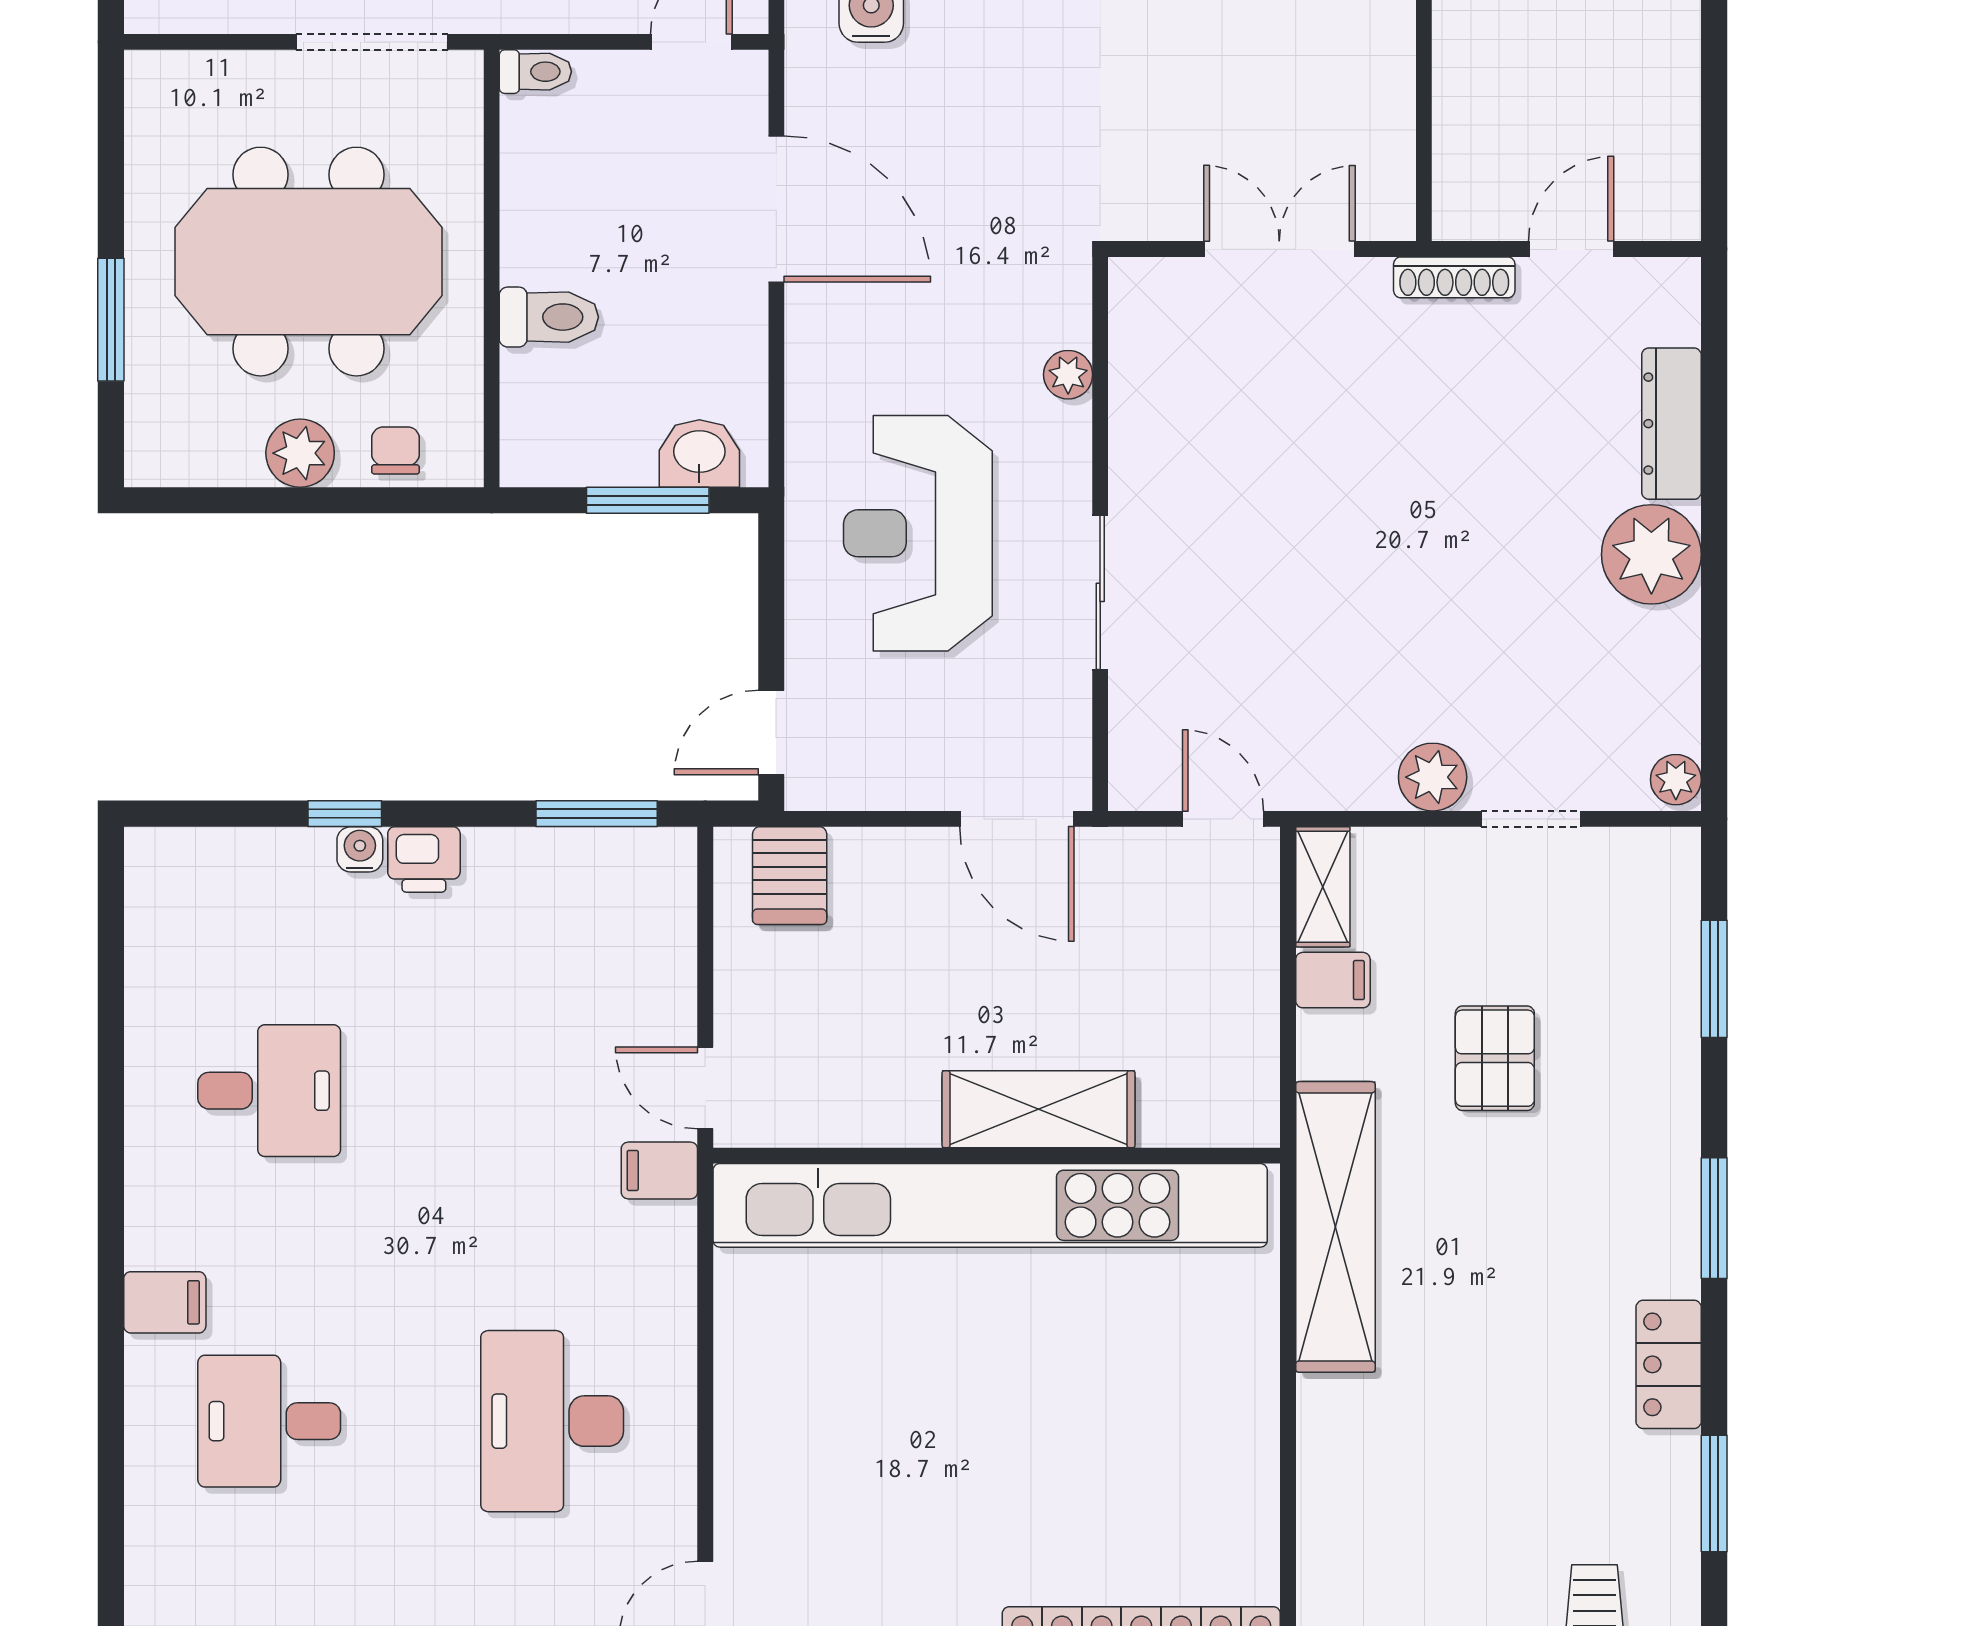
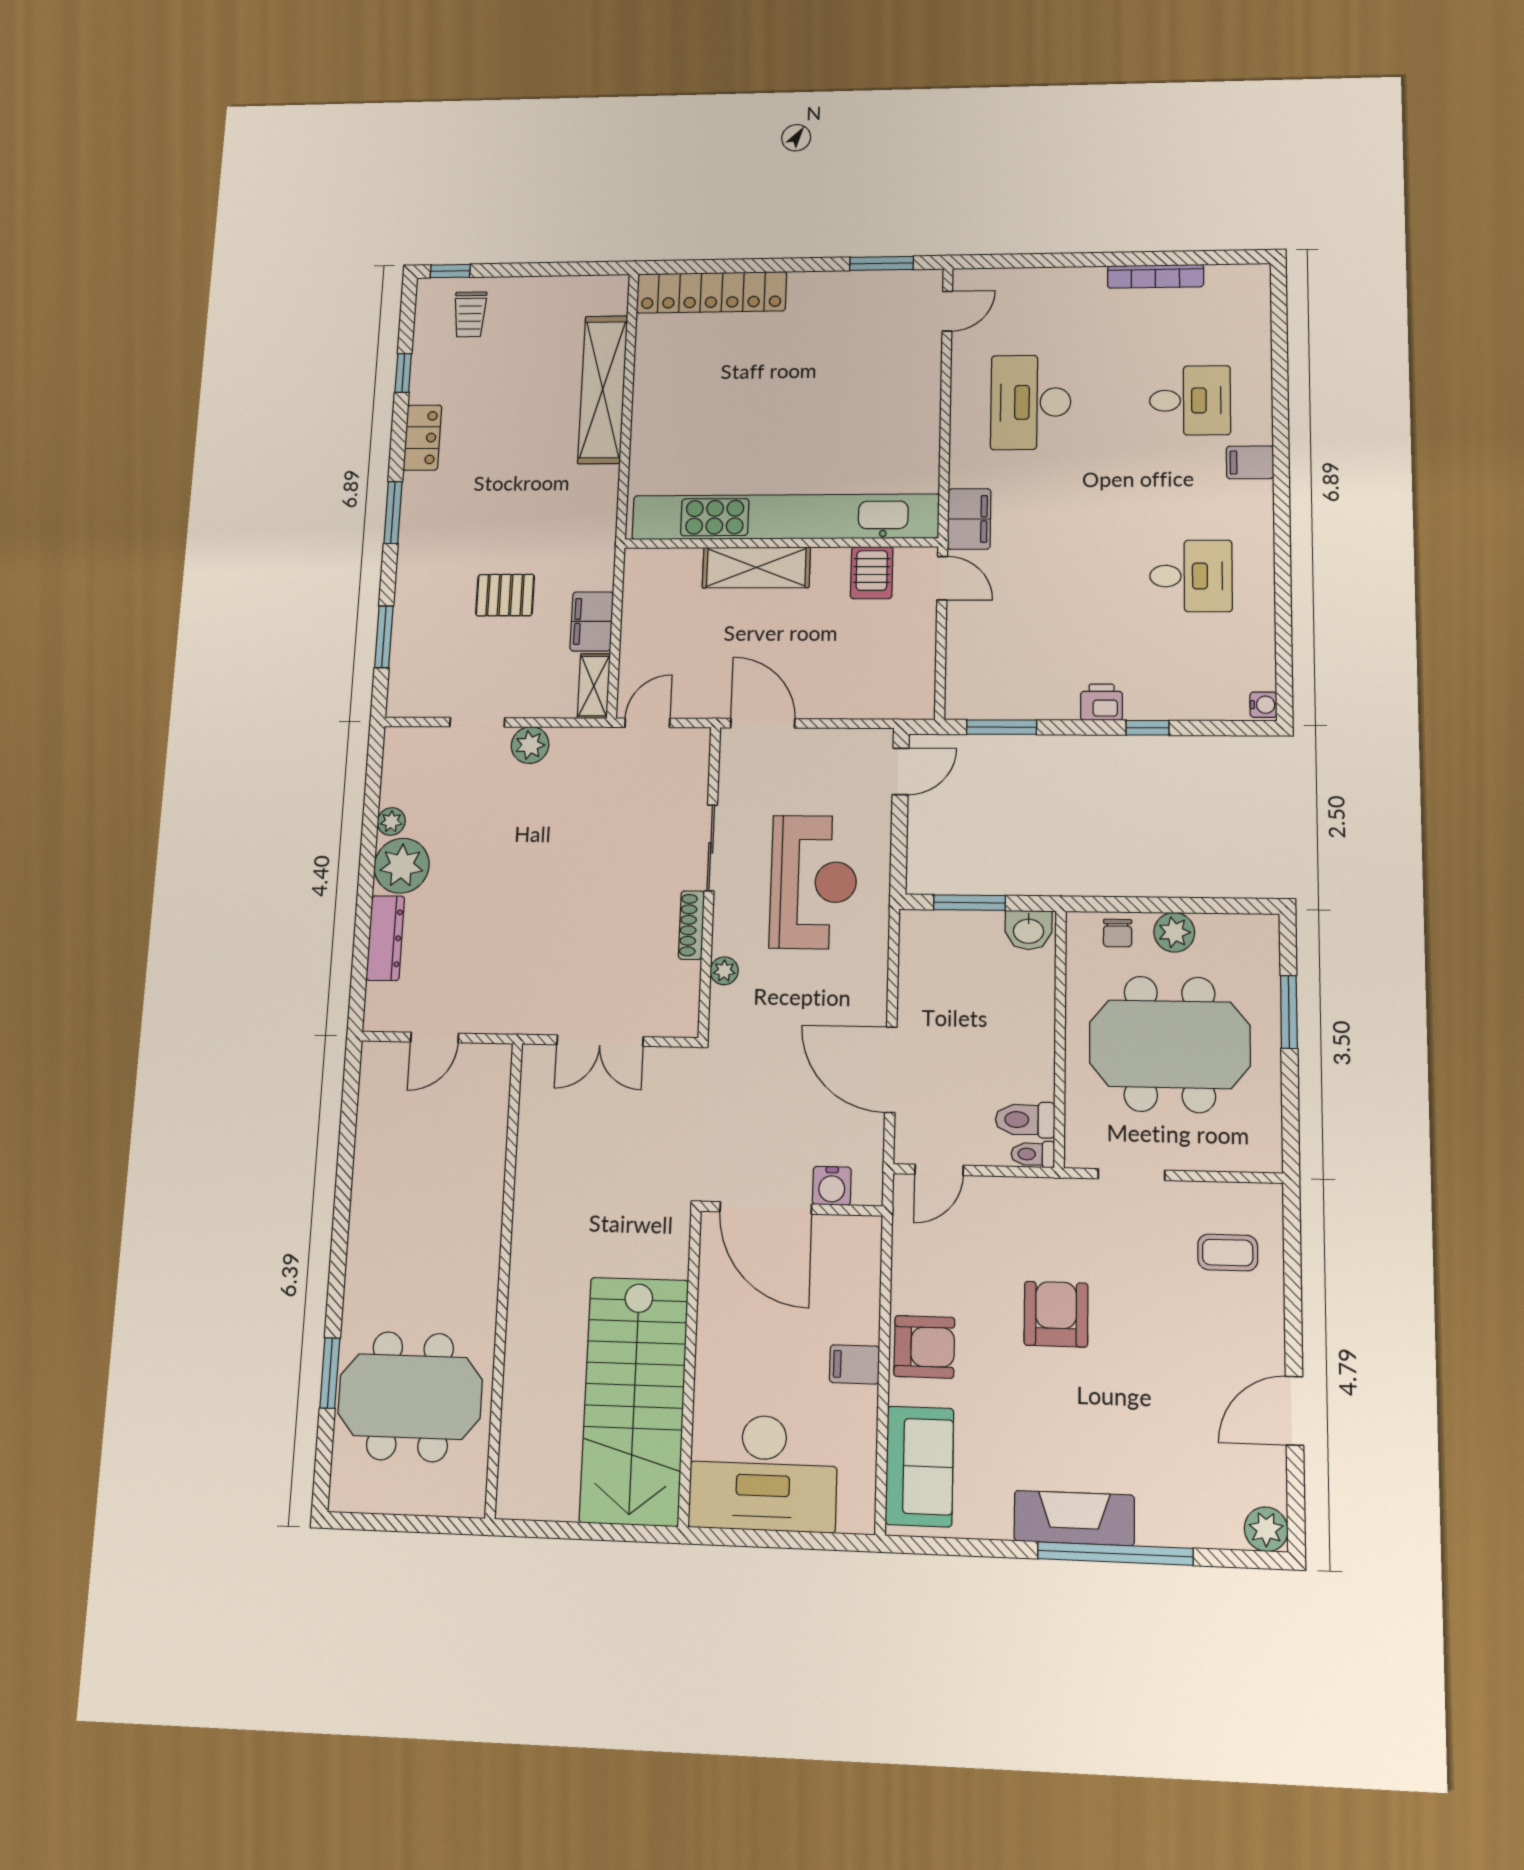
doorway: (372, 42) -> (1131, 1175), width x0.73
shoe rack: (1454, 277) -> (691, 925), moved, turned -90
toilet: (549, 317) -> (1025, 1120), moved
washbasin: (699, 454) -> (1028, 930), moved
plant: (1676, 780) -> (391, 822), moved
door: (1223, 819) -> (647, 723), swing flipped
water cooler: (360, 849) -> (1263, 705), moved, turned -90
server rack: (790, 876) -> (872, 573), moved, turned 180
filing cabinet: (1333, 980) -> (592, 621), width x2.00
pallet: (1495, 1058) -> (505, 595), turned 90
desk: (269, 1091) -> (1191, 576), turned 180
filing cabinet: (659, 1170) -> (969, 519), width x2.00
shelving: (1335, 1227) -> (603, 389), moved
desk: (552, 1421) -> (1031, 402), turned 180
window: (1714, 1493) -> (403, 373), width x0.67

